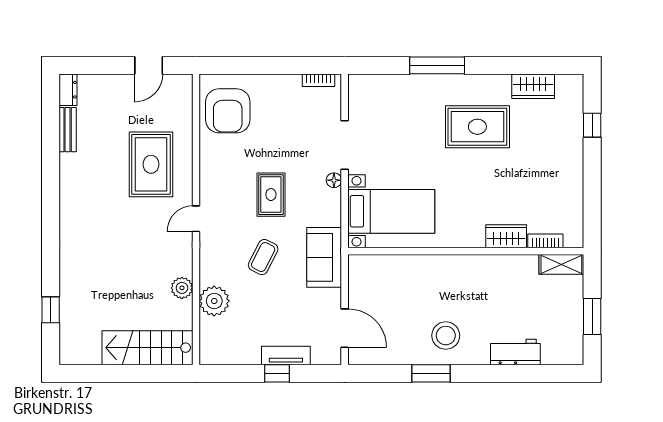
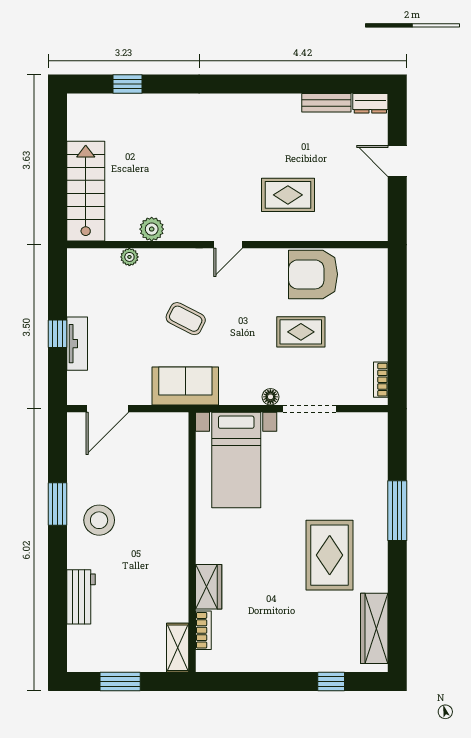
door: (149, 65) -> (397, 161), moved
wardrobe: (533, 86) -> (374, 628), width x1.50
armchair: (228, 111) -> (313, 274), moved
rug: (151, 164) -> (288, 195), width x0.73, depth x0.70
rug: (271, 195) -> (301, 332), moved
door: (196, 219) -> (228, 245), swing flipped
plant: (214, 301) -> (129, 257), width x0.53, depth x0.53

